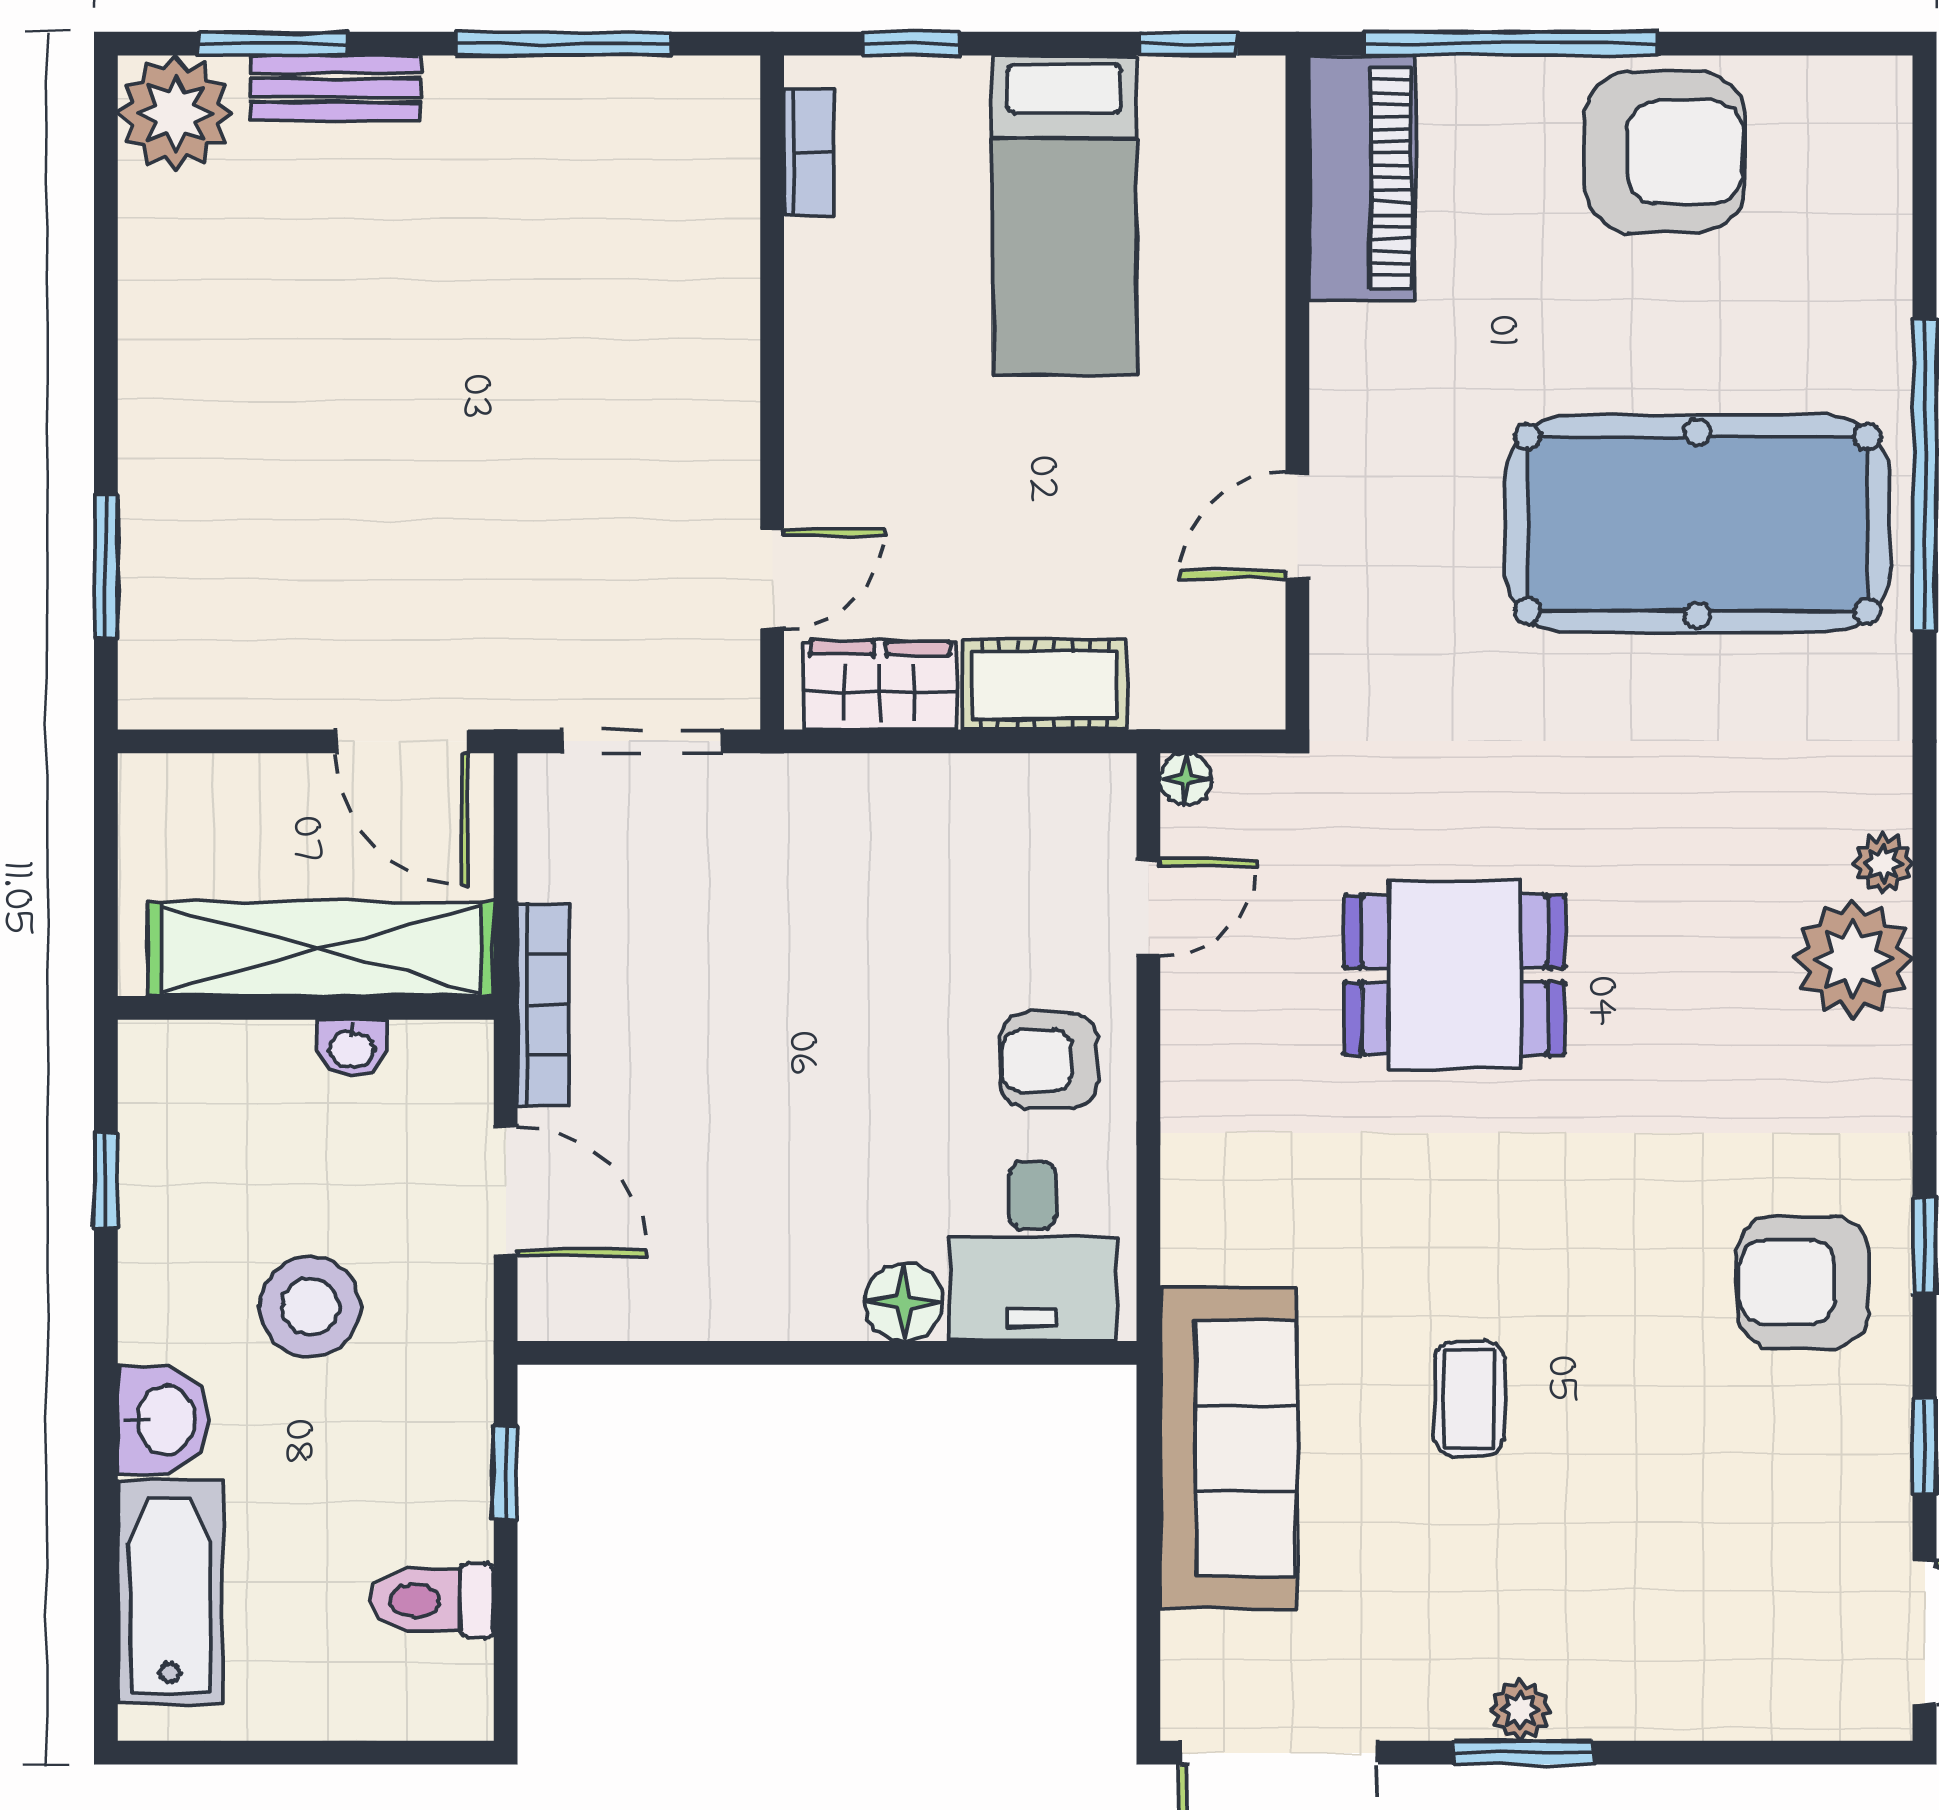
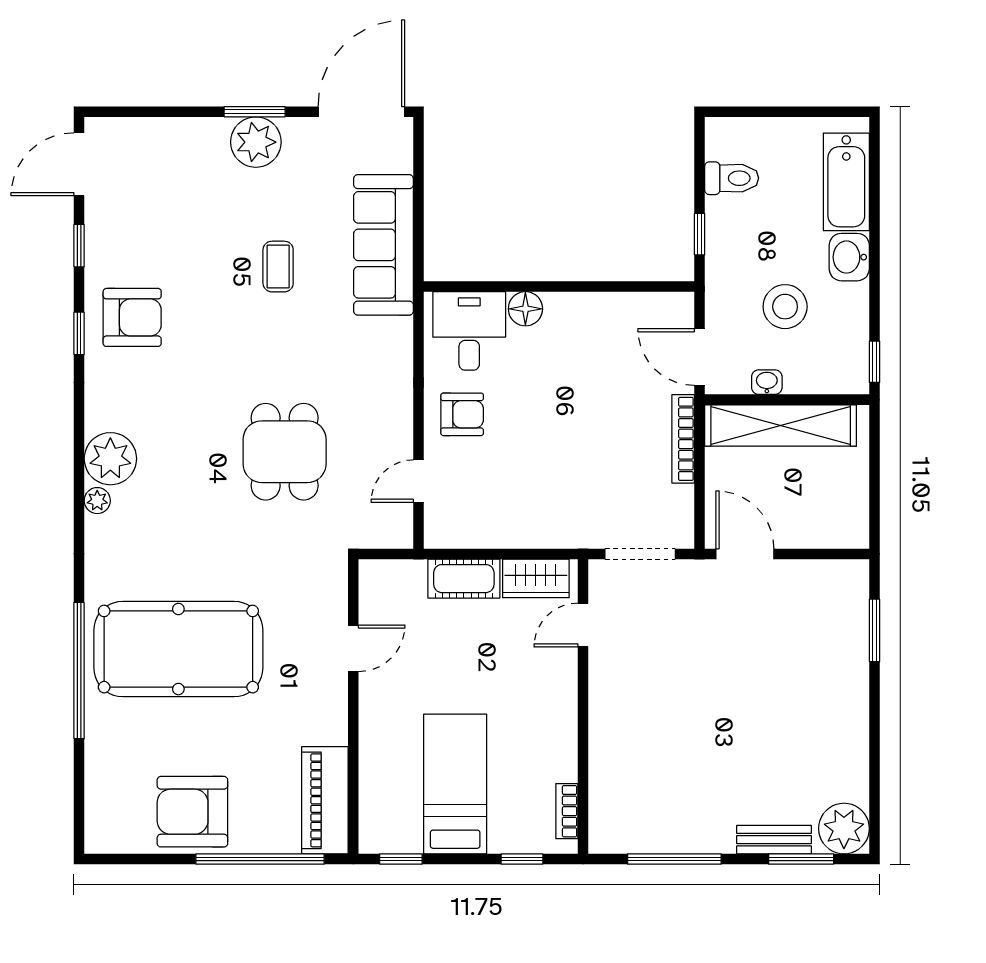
floor lamp: (1186, 779) -> (402, 538), removed
shelving: (320, 949) -> (781, 425), moved
dining table: (1455, 975) -> (285, 452), turned 90
wall: (306, 1008) -> (787, 400), moved
washbasin: (352, 1048) -> (767, 382), moved
plant: (1520, 1710) -> (256, 142), width x1.87, depth x1.87

